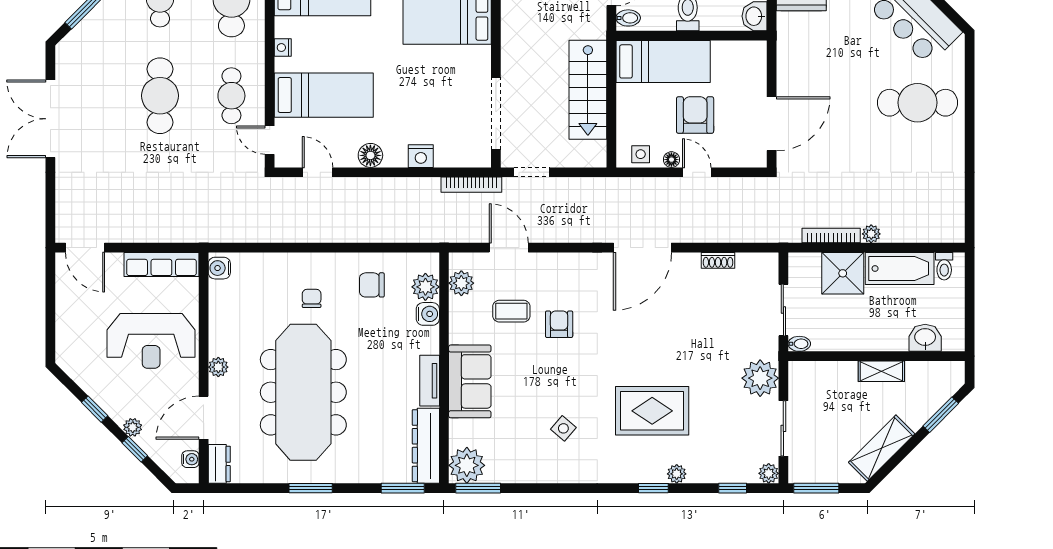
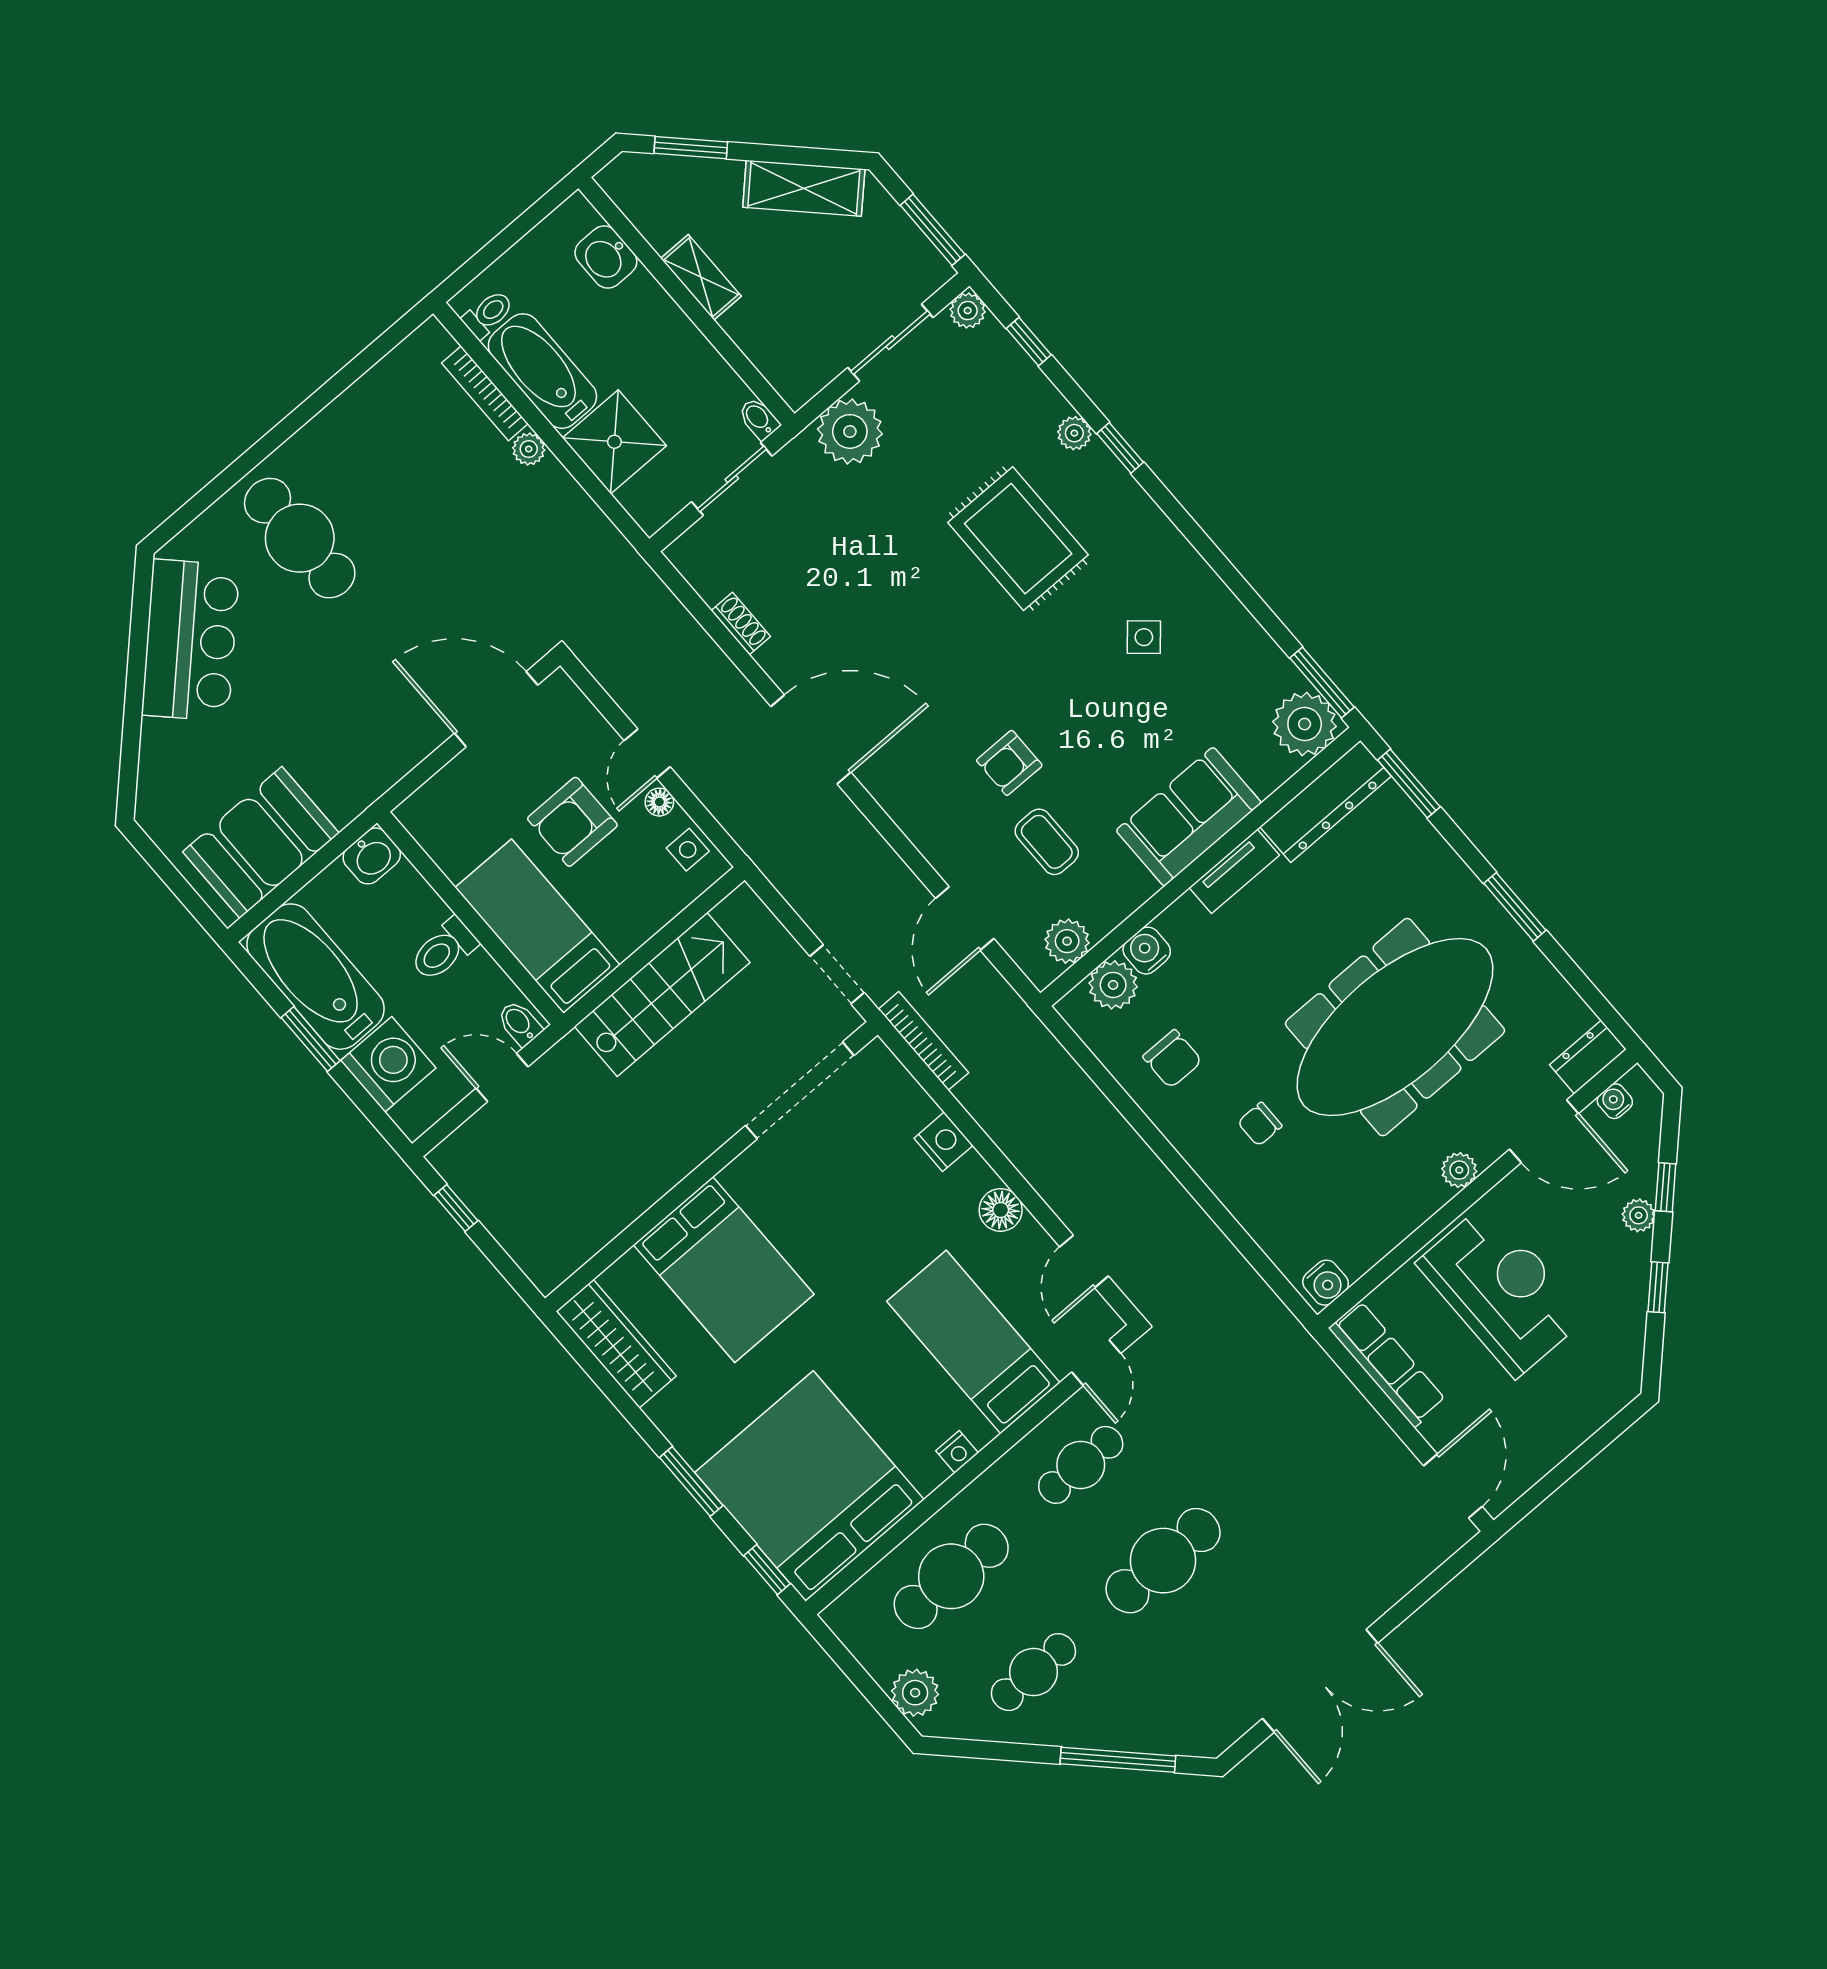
bookcase: (831, 236) -> (485, 393), moved

